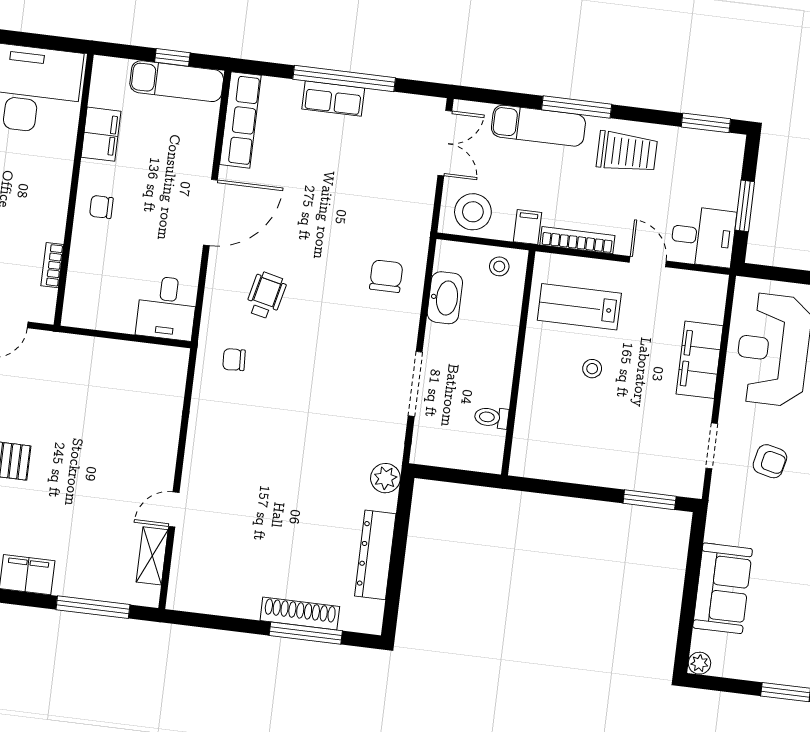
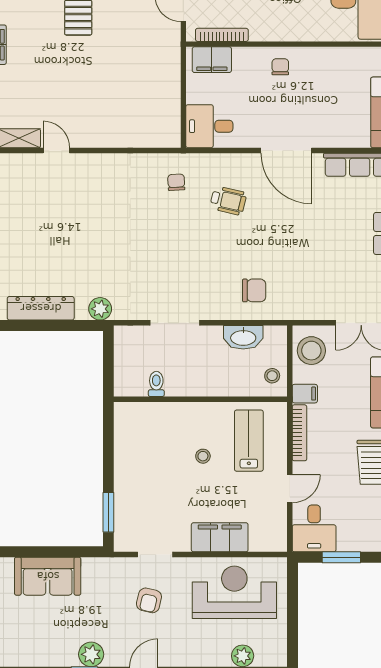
filing cabinet: (101, 134) -> (212, 60), moved
bookcase: (52, 265) -> (222, 35), width x1.56

